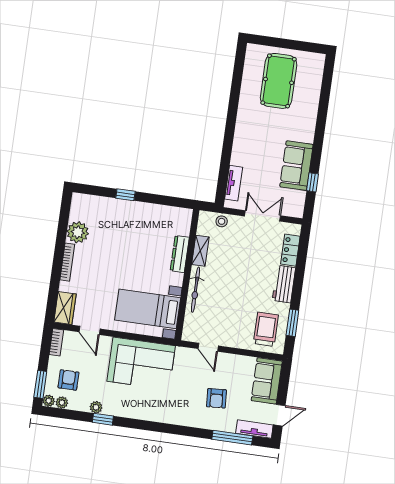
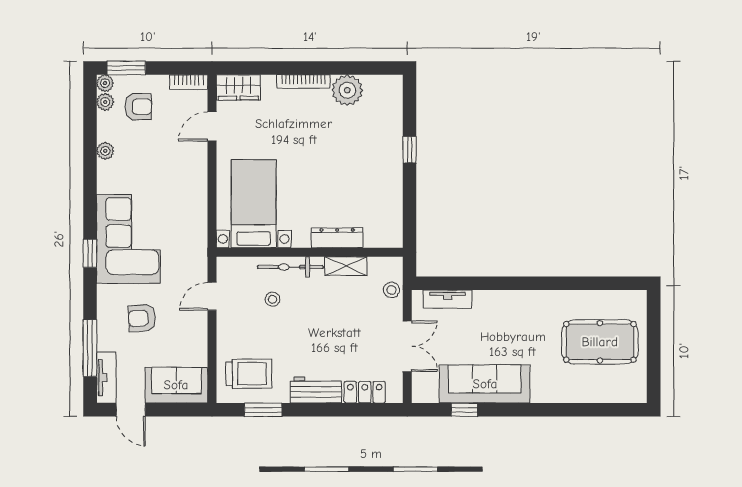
sofa: (296, 166) -> (485, 384), width x1.36
stool: (216, 305) -> (273, 299), added
corner sofa: (141, 364) -> (128, 239), moved, turned 180
window: (103, 419) -> (90, 253), moved

